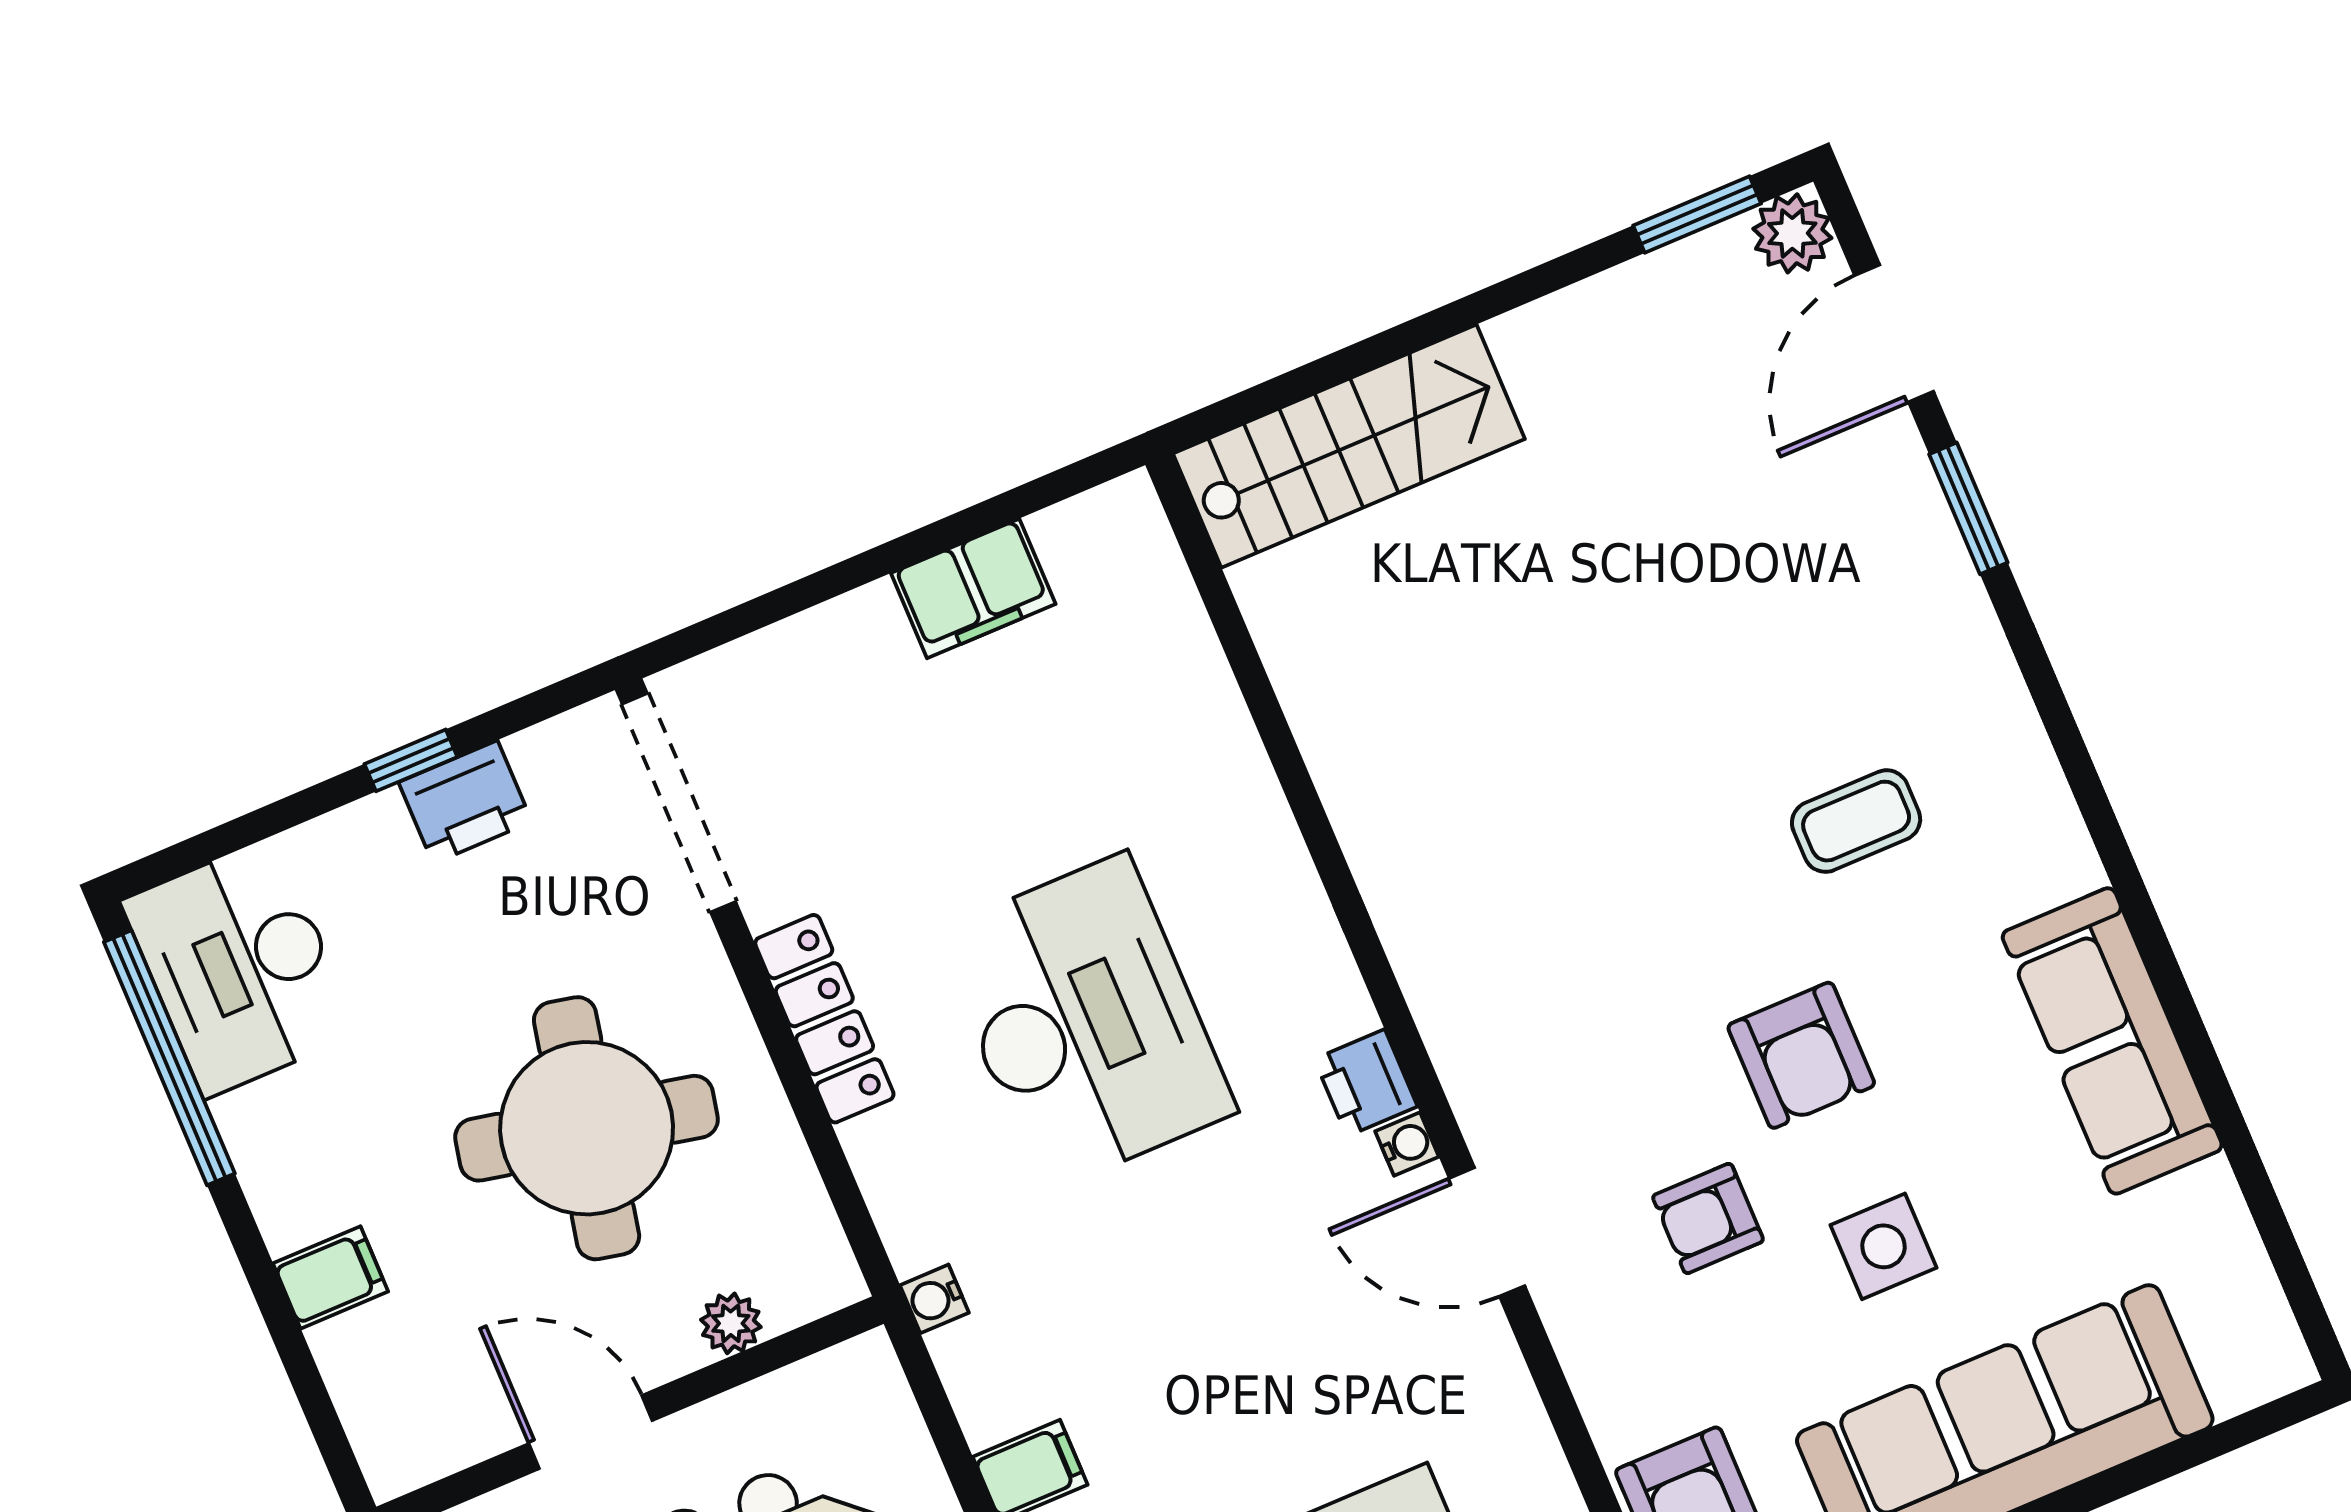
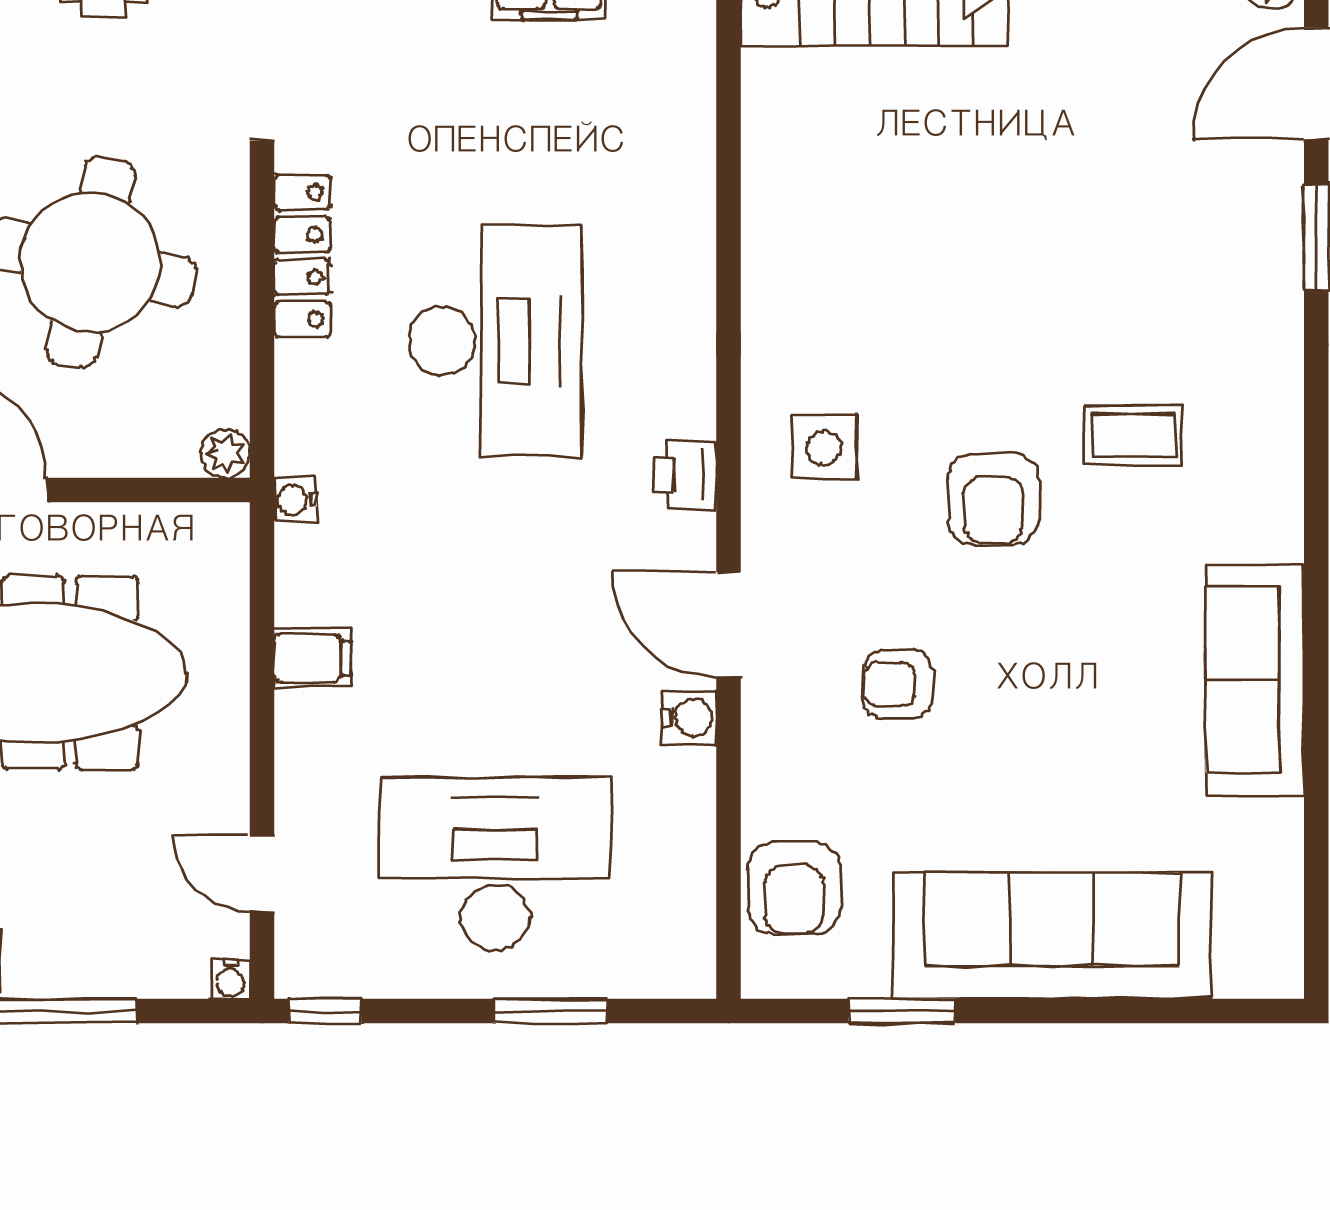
armchair: (1801, 1055) -> (993, 499), moved
water cooler: (1407, 1144) -> (689, 718), moved, width x1.38, depth x1.38
side table: (1883, 1246) -> (824, 448), moved
plant: (731, 1323) -> (225, 453), moved

